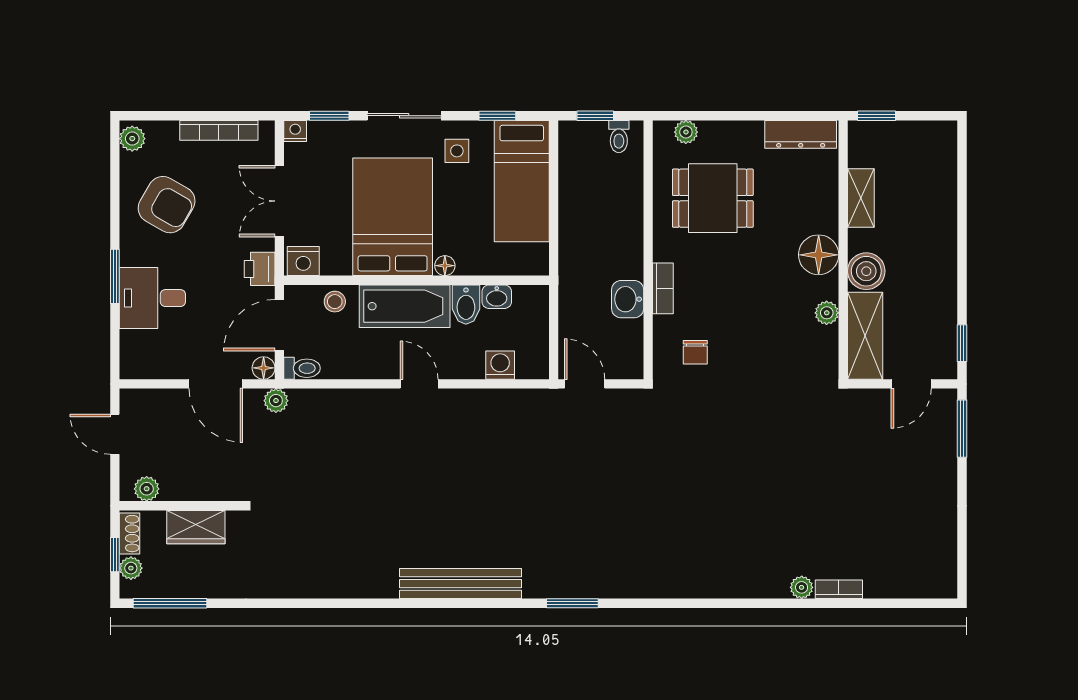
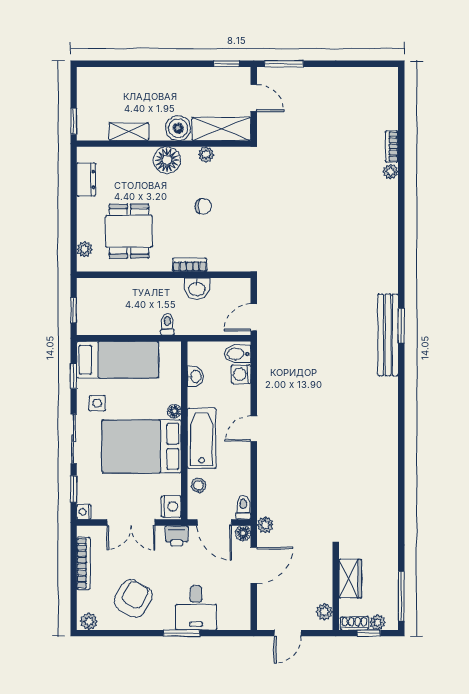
dresser: (801, 134) -> (86, 180), width x0.70
toilet: (619, 137) -> (167, 324), moved, turned -90
bidet: (466, 305) -> (238, 354), moved, turned 180
chair: (695, 352) -> (203, 206), moved
bench: (460, 584) -> (388, 335), moved

